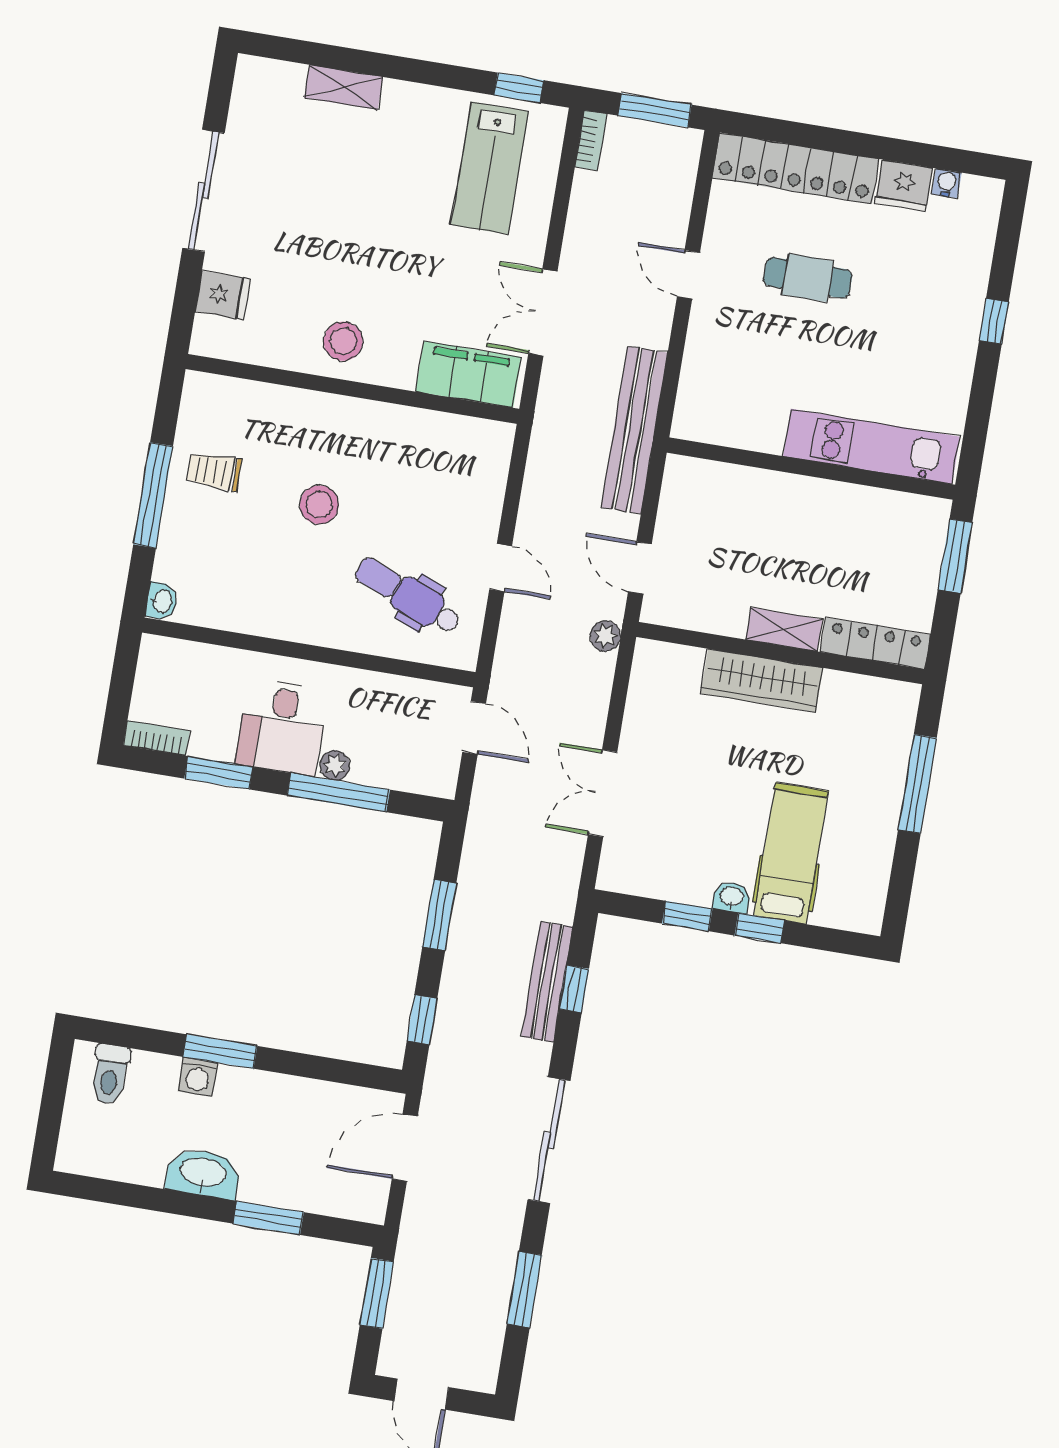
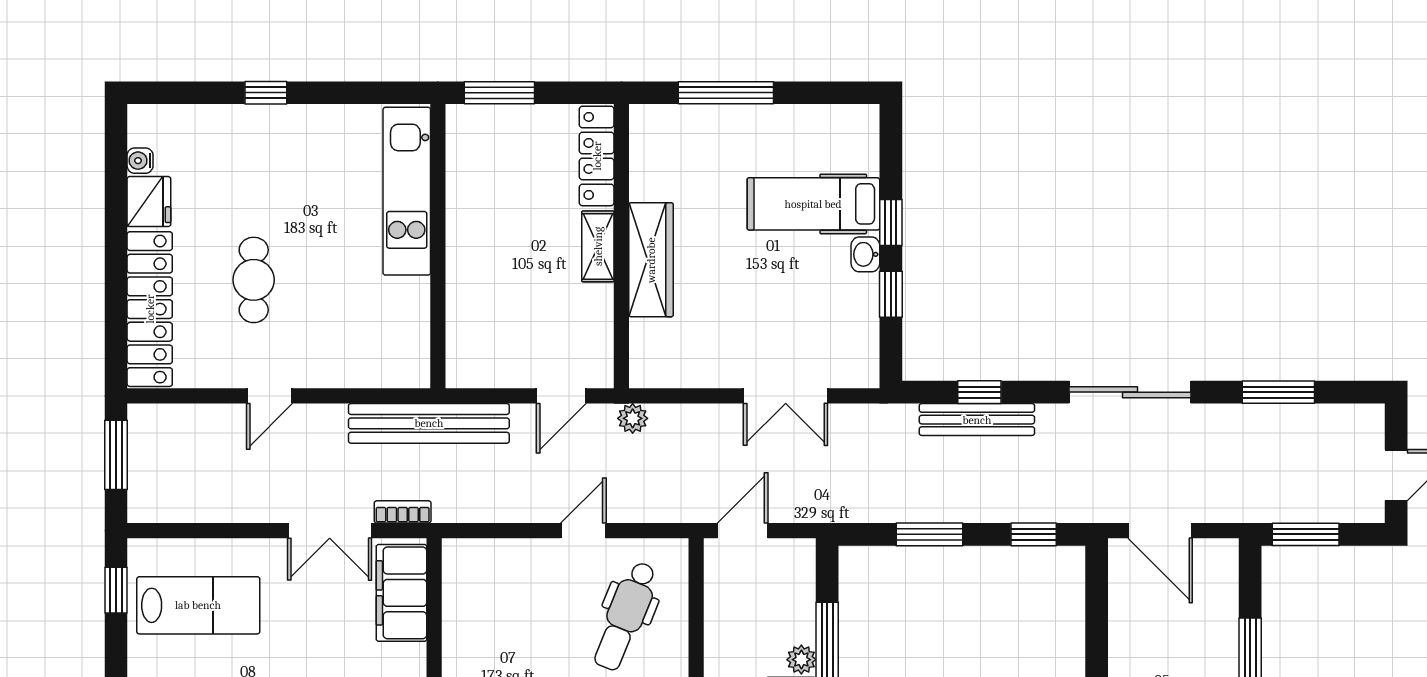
bookcase: (591, 140) -> (403, 512), moved

